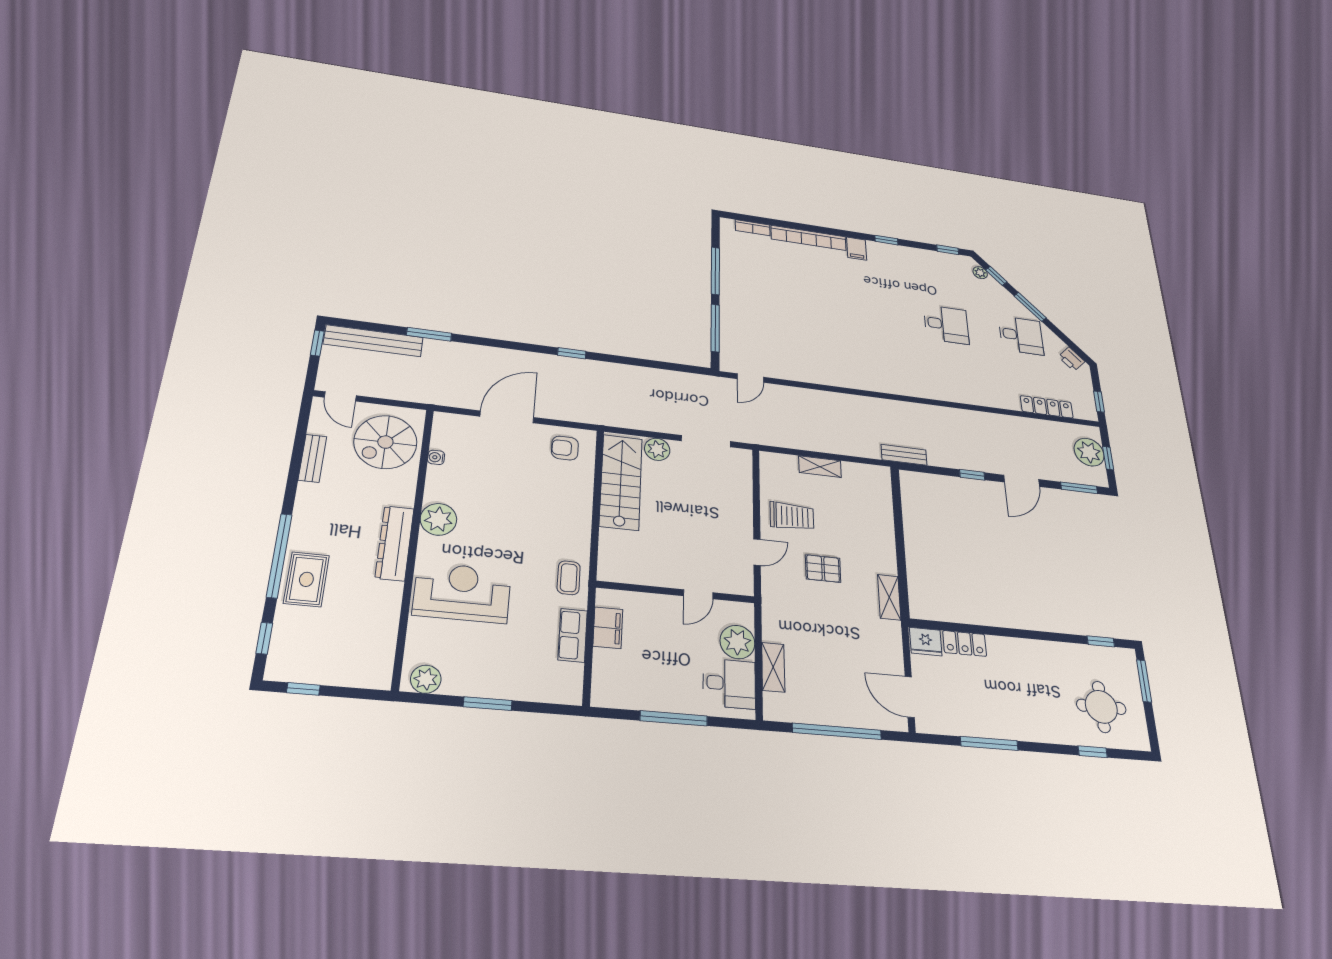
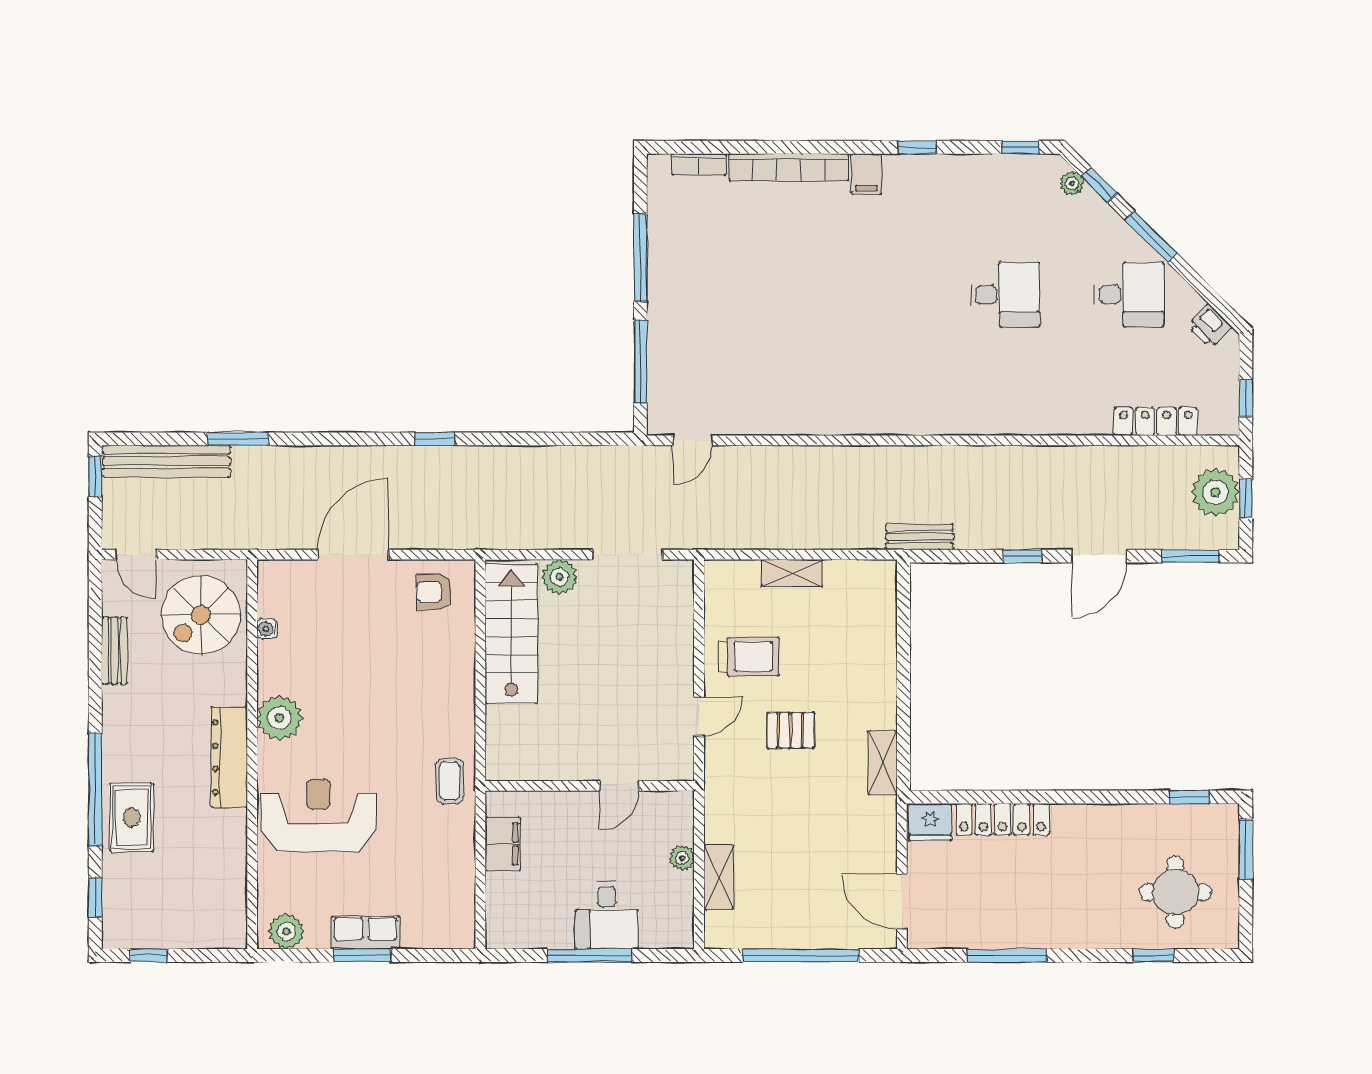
row of seats: (573, 635) -> (365, 933), moved, turned 90
plant: (737, 642) -> (682, 858), width x0.53, depth x0.53
locker: (965, 643) -> (1002, 819), width x1.53
desk: (729, 683) -> (607, 915), moved, turned 90

